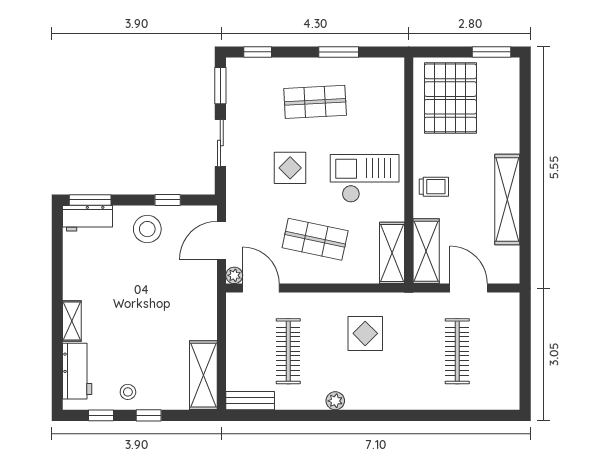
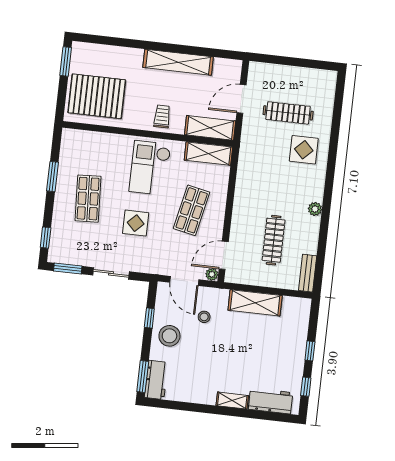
display table: (365, 333) -> (304, 150), moved
clothes rail: (288, 351) -> (274, 240), turned 90
shelving: (203, 375) -> (255, 303), moved
stool: (128, 392) -> (204, 317), moved

